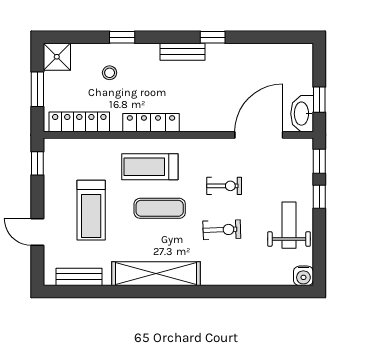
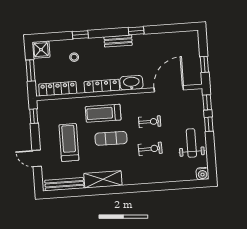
washbasin: (302, 114) -> (131, 83), moved, turned 90
treadmill: (91, 210) -> (69, 142), turned 180
shelving: (156, 274) -> (103, 179), width x0.68
bench: (79, 277) -> (64, 184), width x1.36

